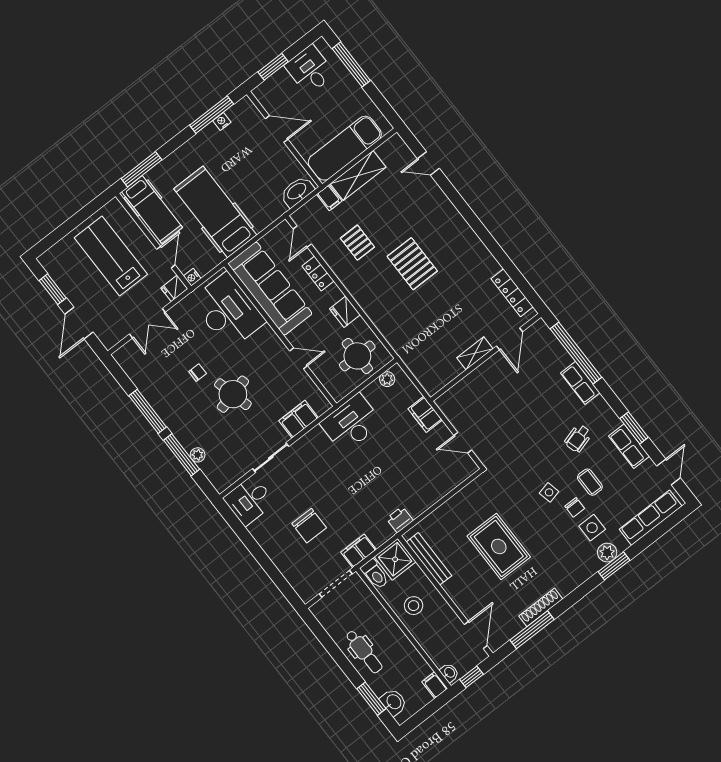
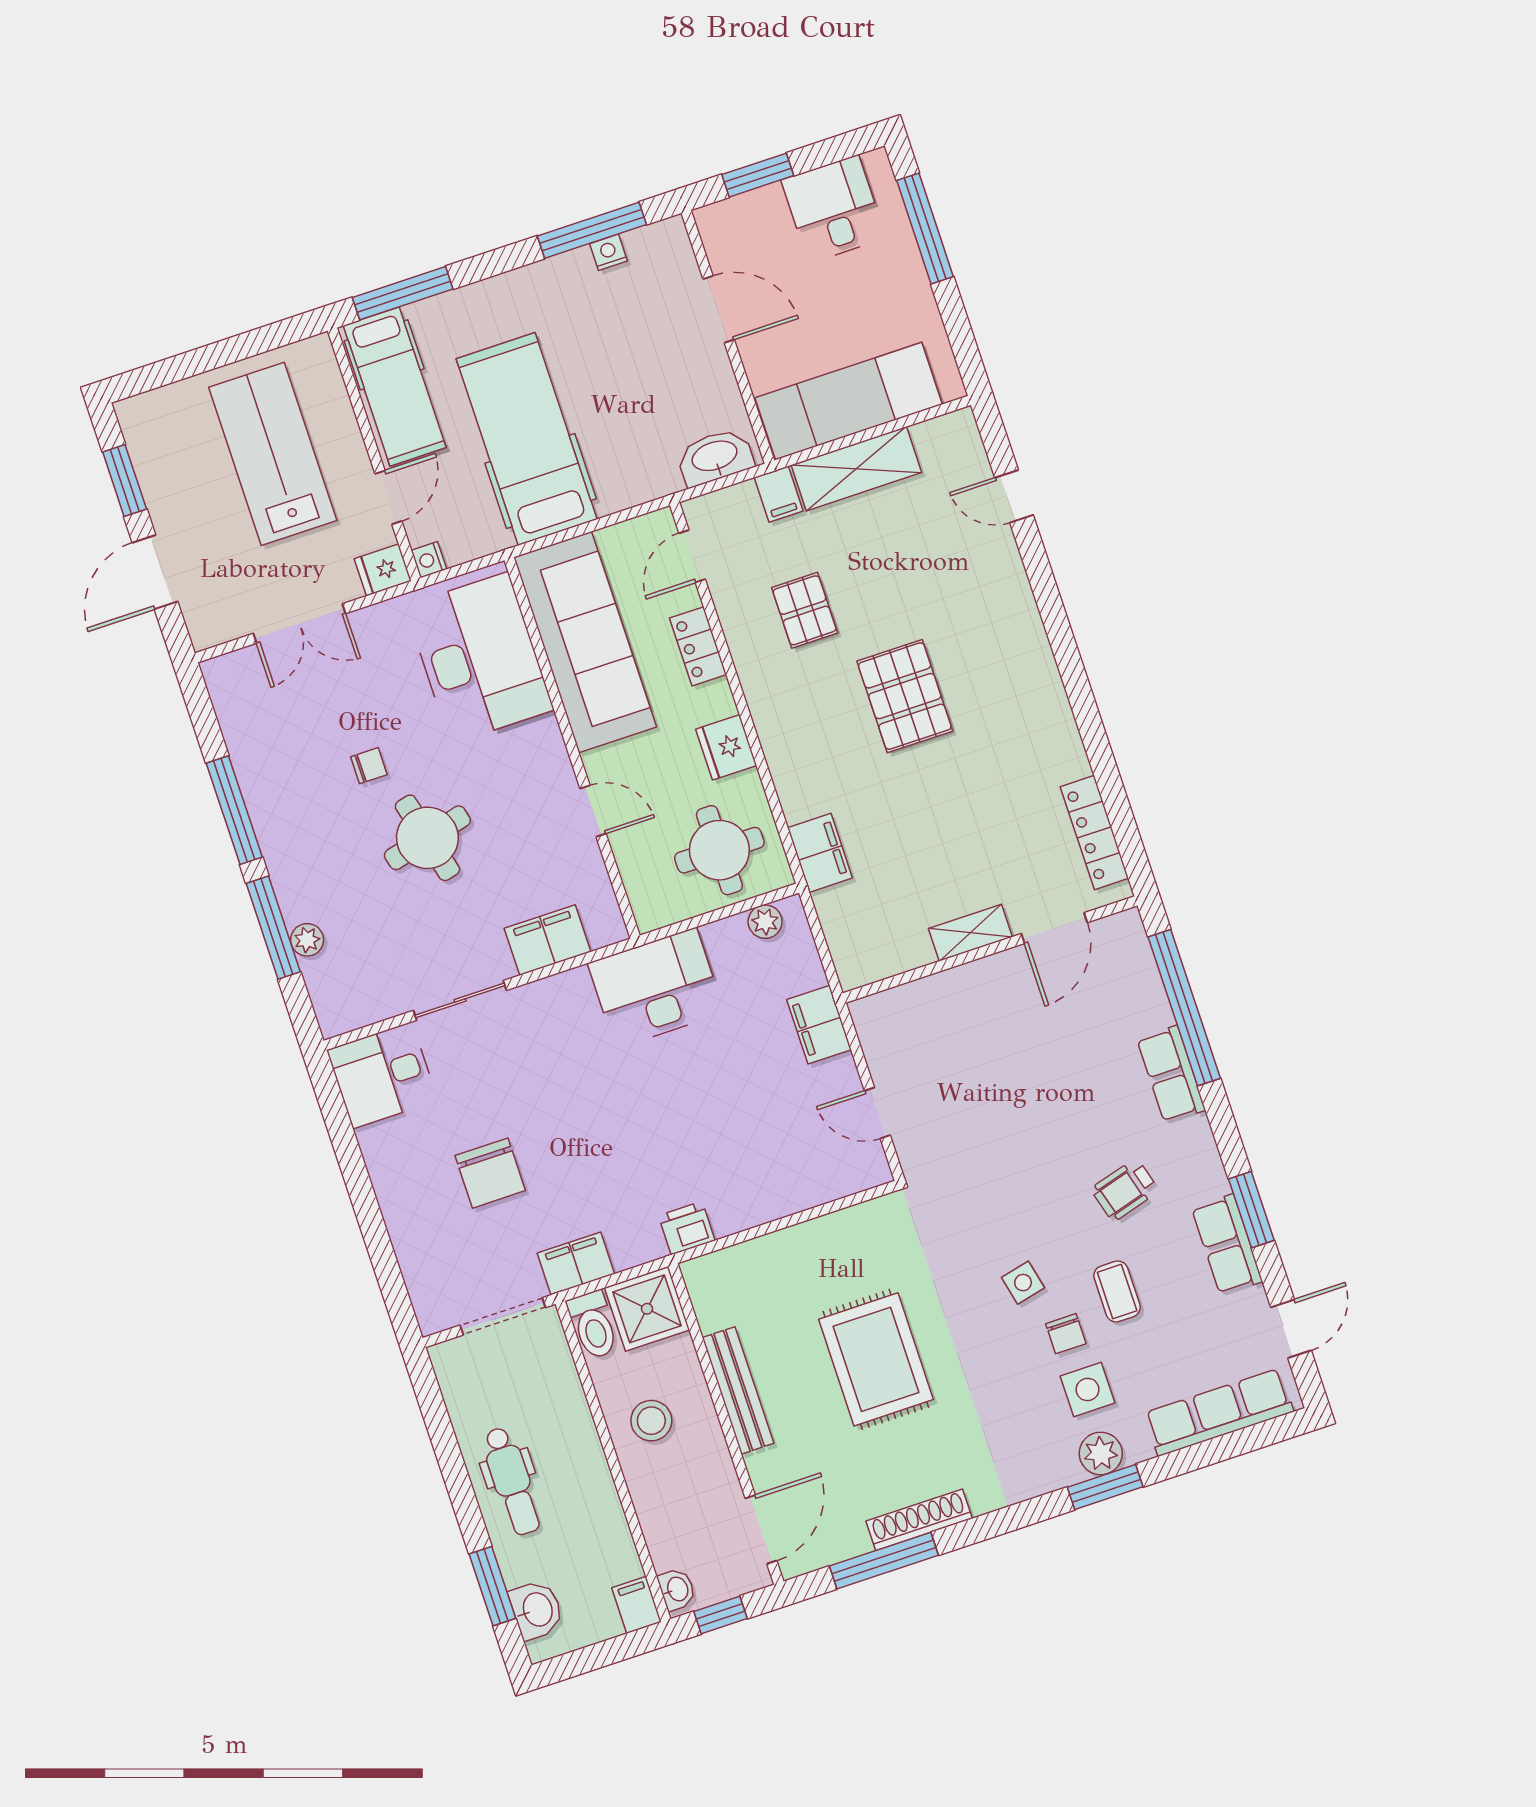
filing cabinet: (400, 342) -> (820, 853), added
bench: (429, 559) -> (738, 1390), moved

